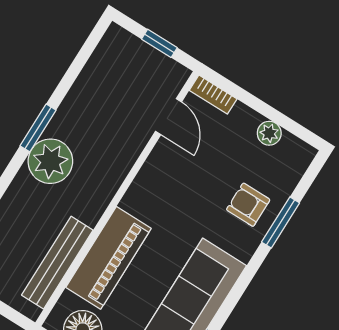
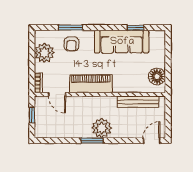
door: (169, 117) -> (57, 94), swing flipped
plant: (269, 133) -> (44, 53), width x1.88, depth x1.88
piano: (109, 258) -> (91, 84), moved

